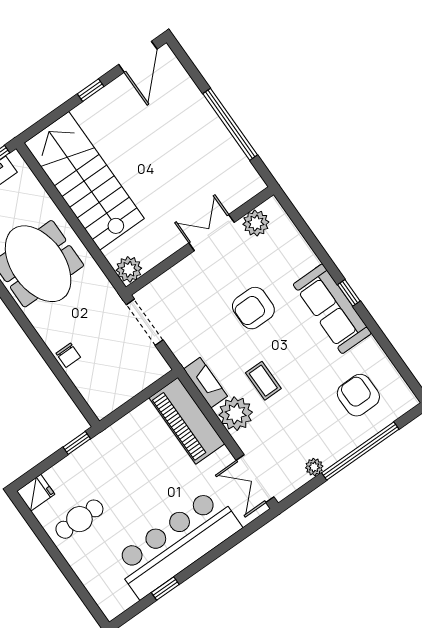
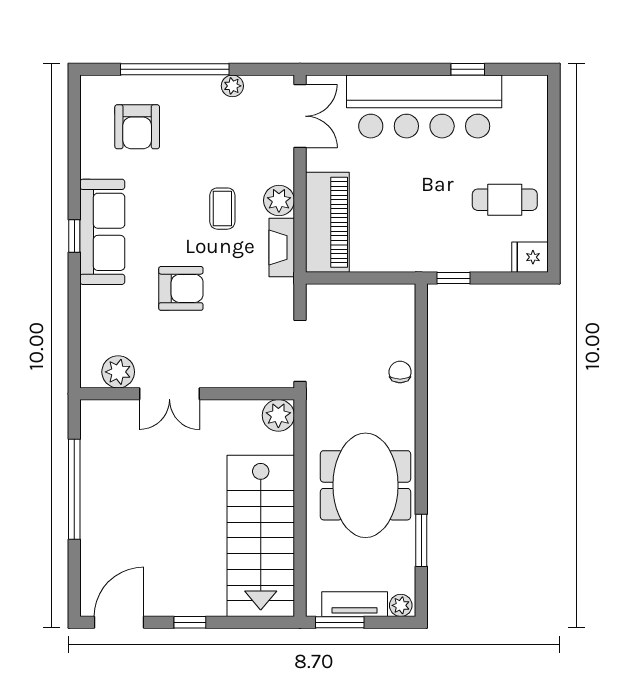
plant: (236, 414) -> (279, 200), width x0.73, depth x0.73

